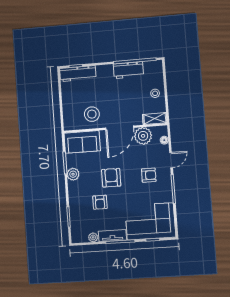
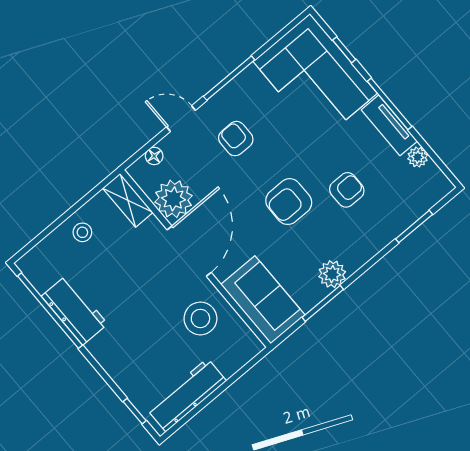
workbench: (78, 74) -> (187, 395), moved, turned -90
door: (120, 128) -> (189, 251), hinge flipped

